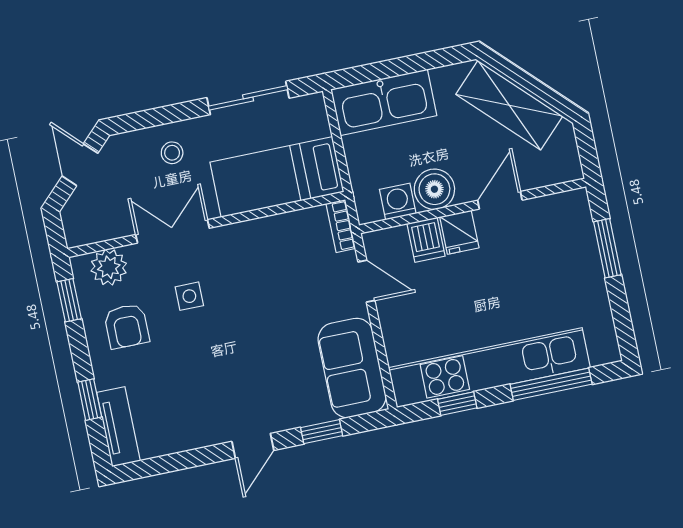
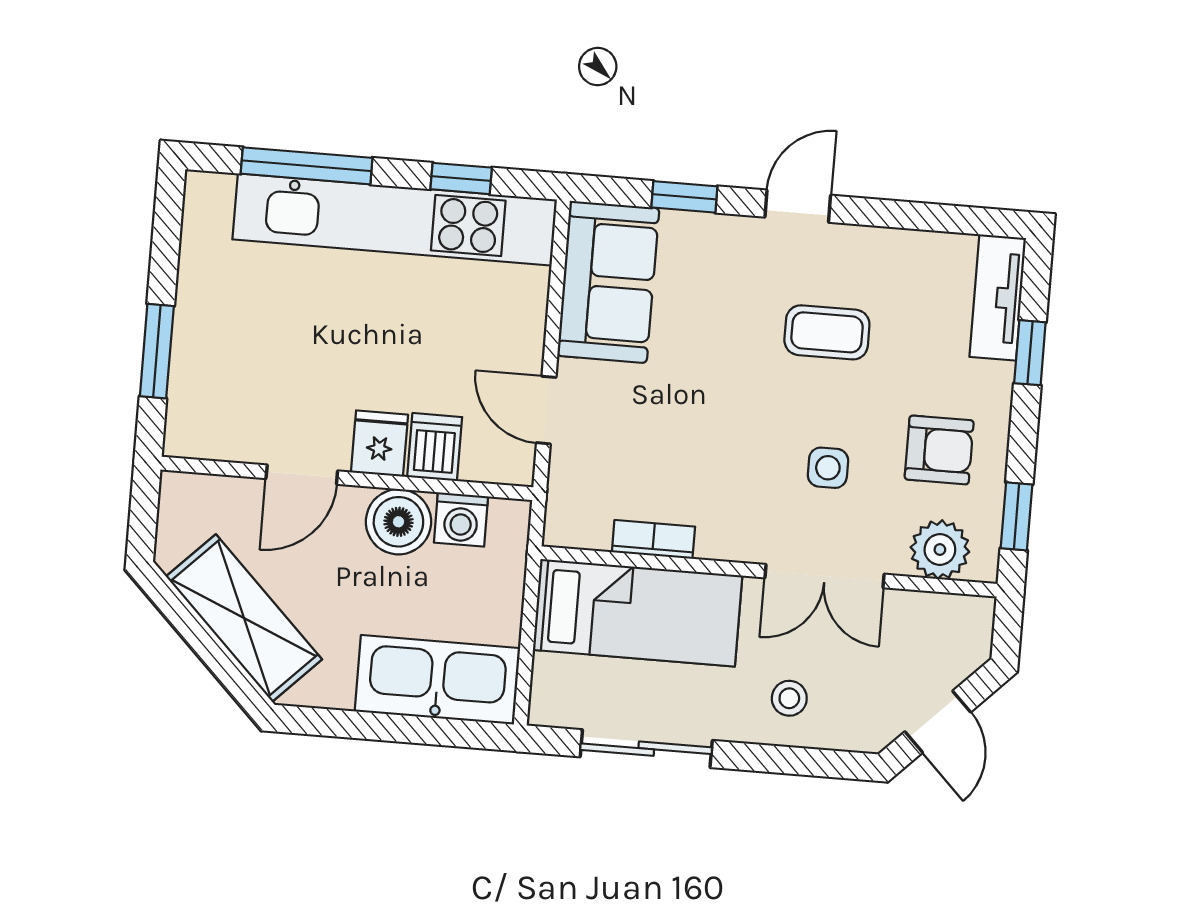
bookcase: (341, 226) -> (653, 539), moved, turned -90
armchair: (127, 326) -> (939, 450), turned 90
coffee table: (214, 376) -> (827, 332), added

